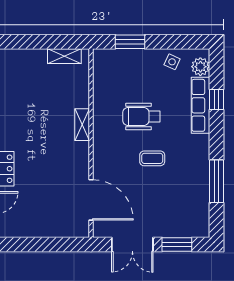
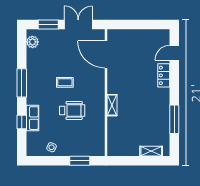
shelving: (64, 56) -> (151, 151), moved
plant: (200, 67) -> (32, 42), moved
row of seats: (201, 105) -> (32, 118), width x0.68
window: (216, 181) -> (22, 83), moved

